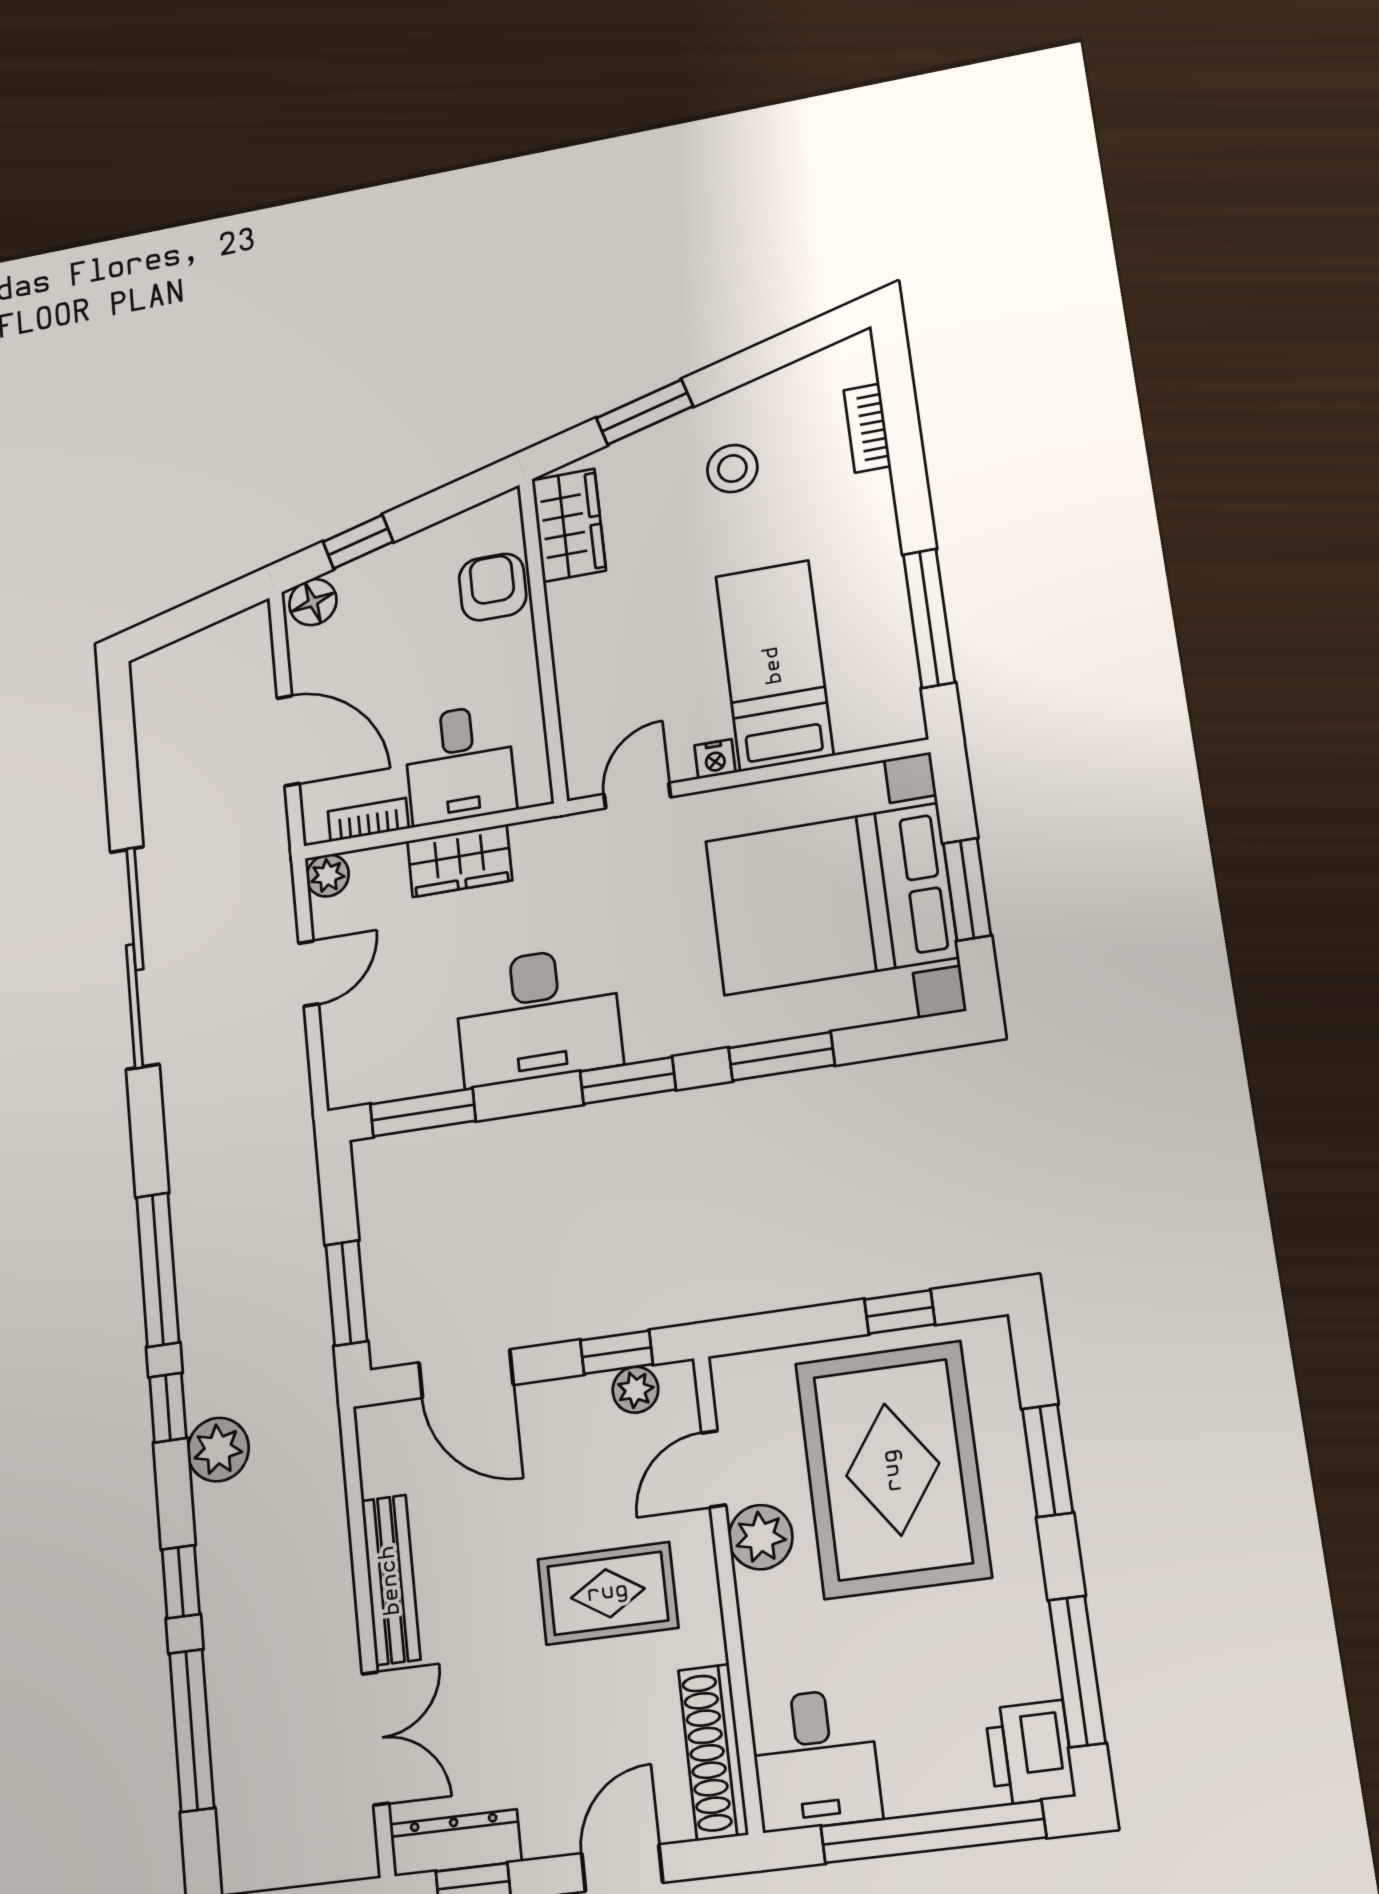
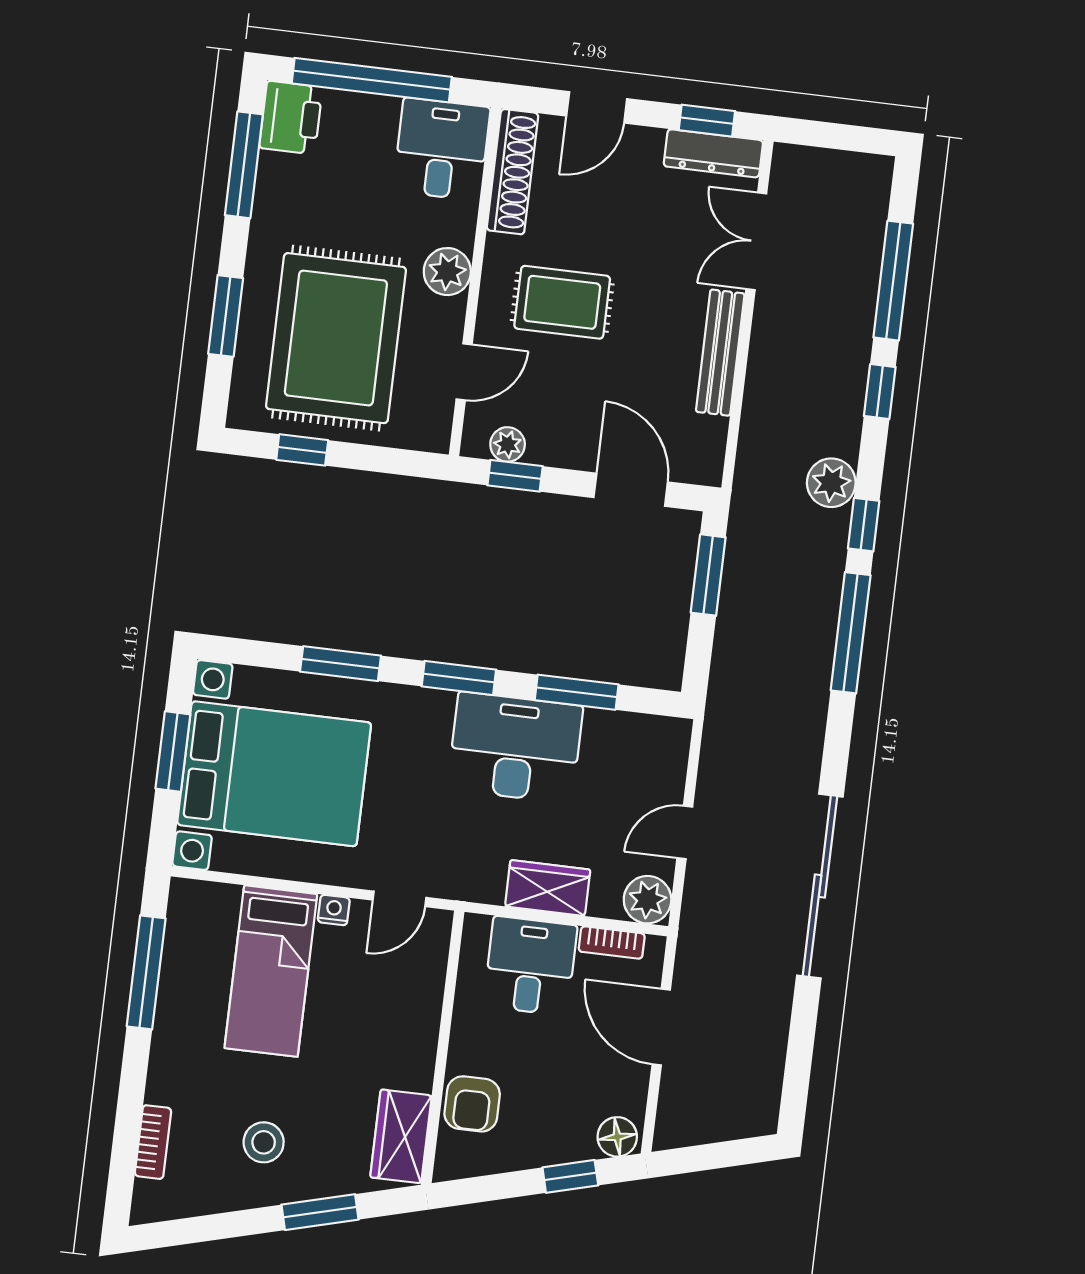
plant: (328, 876) -> (648, 900), width x1.38, depth x1.38
window: (423, 1113) -> (577, 692), moved
plant: (761, 1537) -> (447, 272), moved

